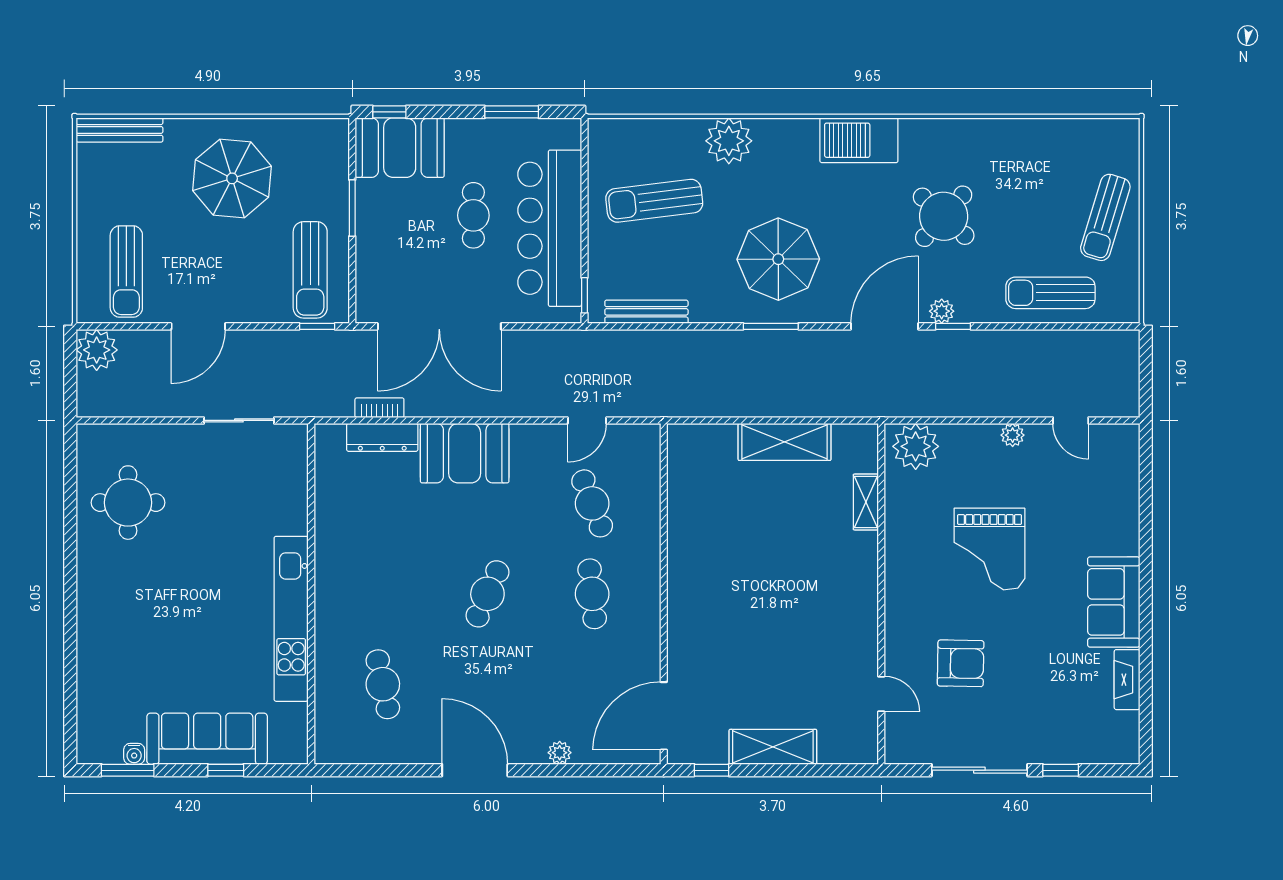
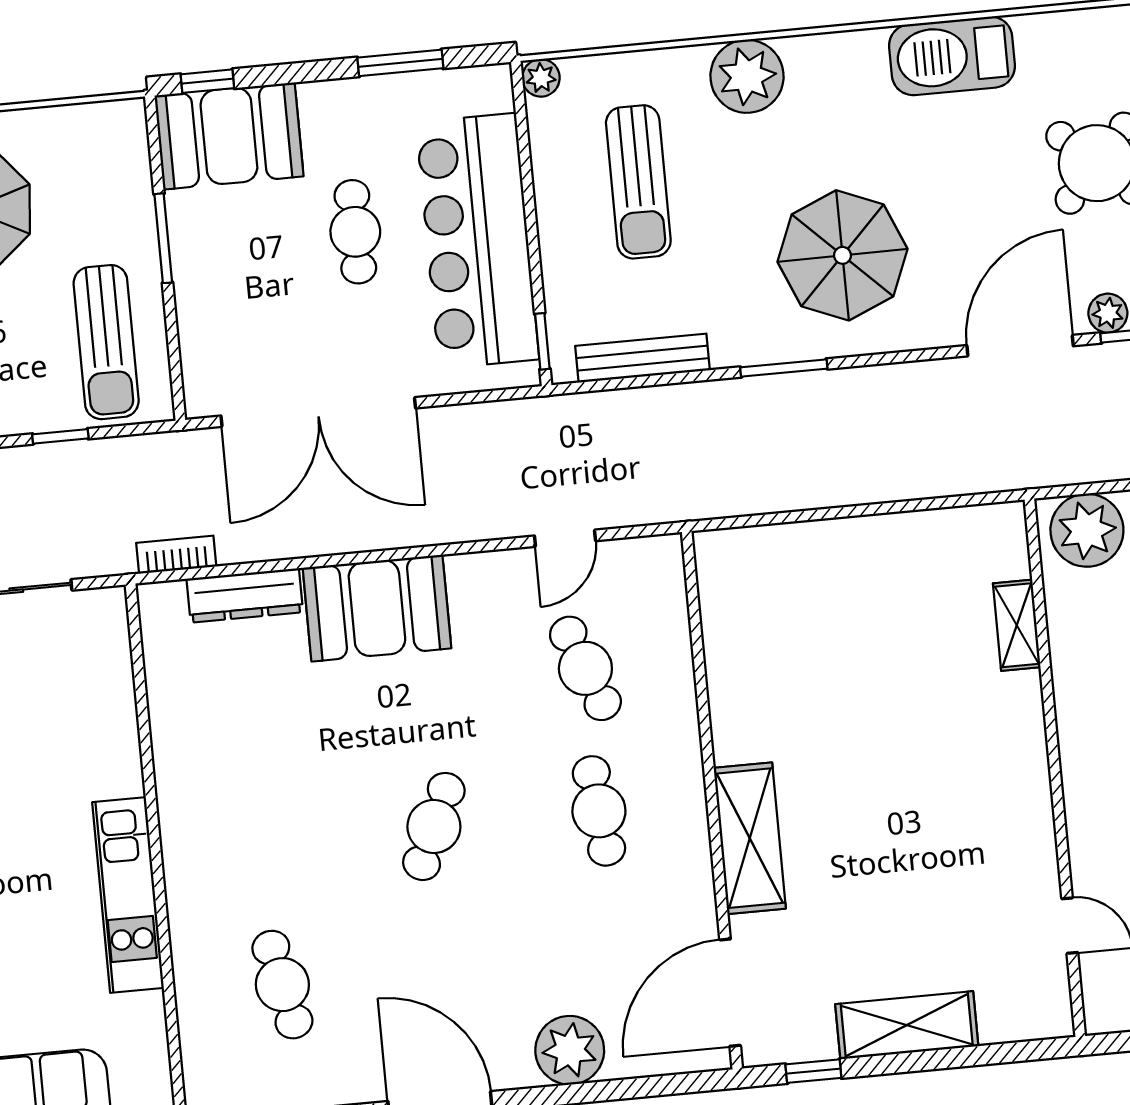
plant: (599, 130) -> (541, 78), added
sun lounger: (654, 201) -> (638, 182), turned -83
window: (317, 326) -> (60, 436), moved
window: (771, 326) -> (784, 368), moved
bookcase: (379, 408) -> (176, 555), moved
shelving: (785, 442) -> (750, 838), moved, turned 90
kitchen unit: (291, 619) -> (128, 895), width x0.73
plant: (560, 753) -> (570, 1050), width x1.88, depth x1.88

